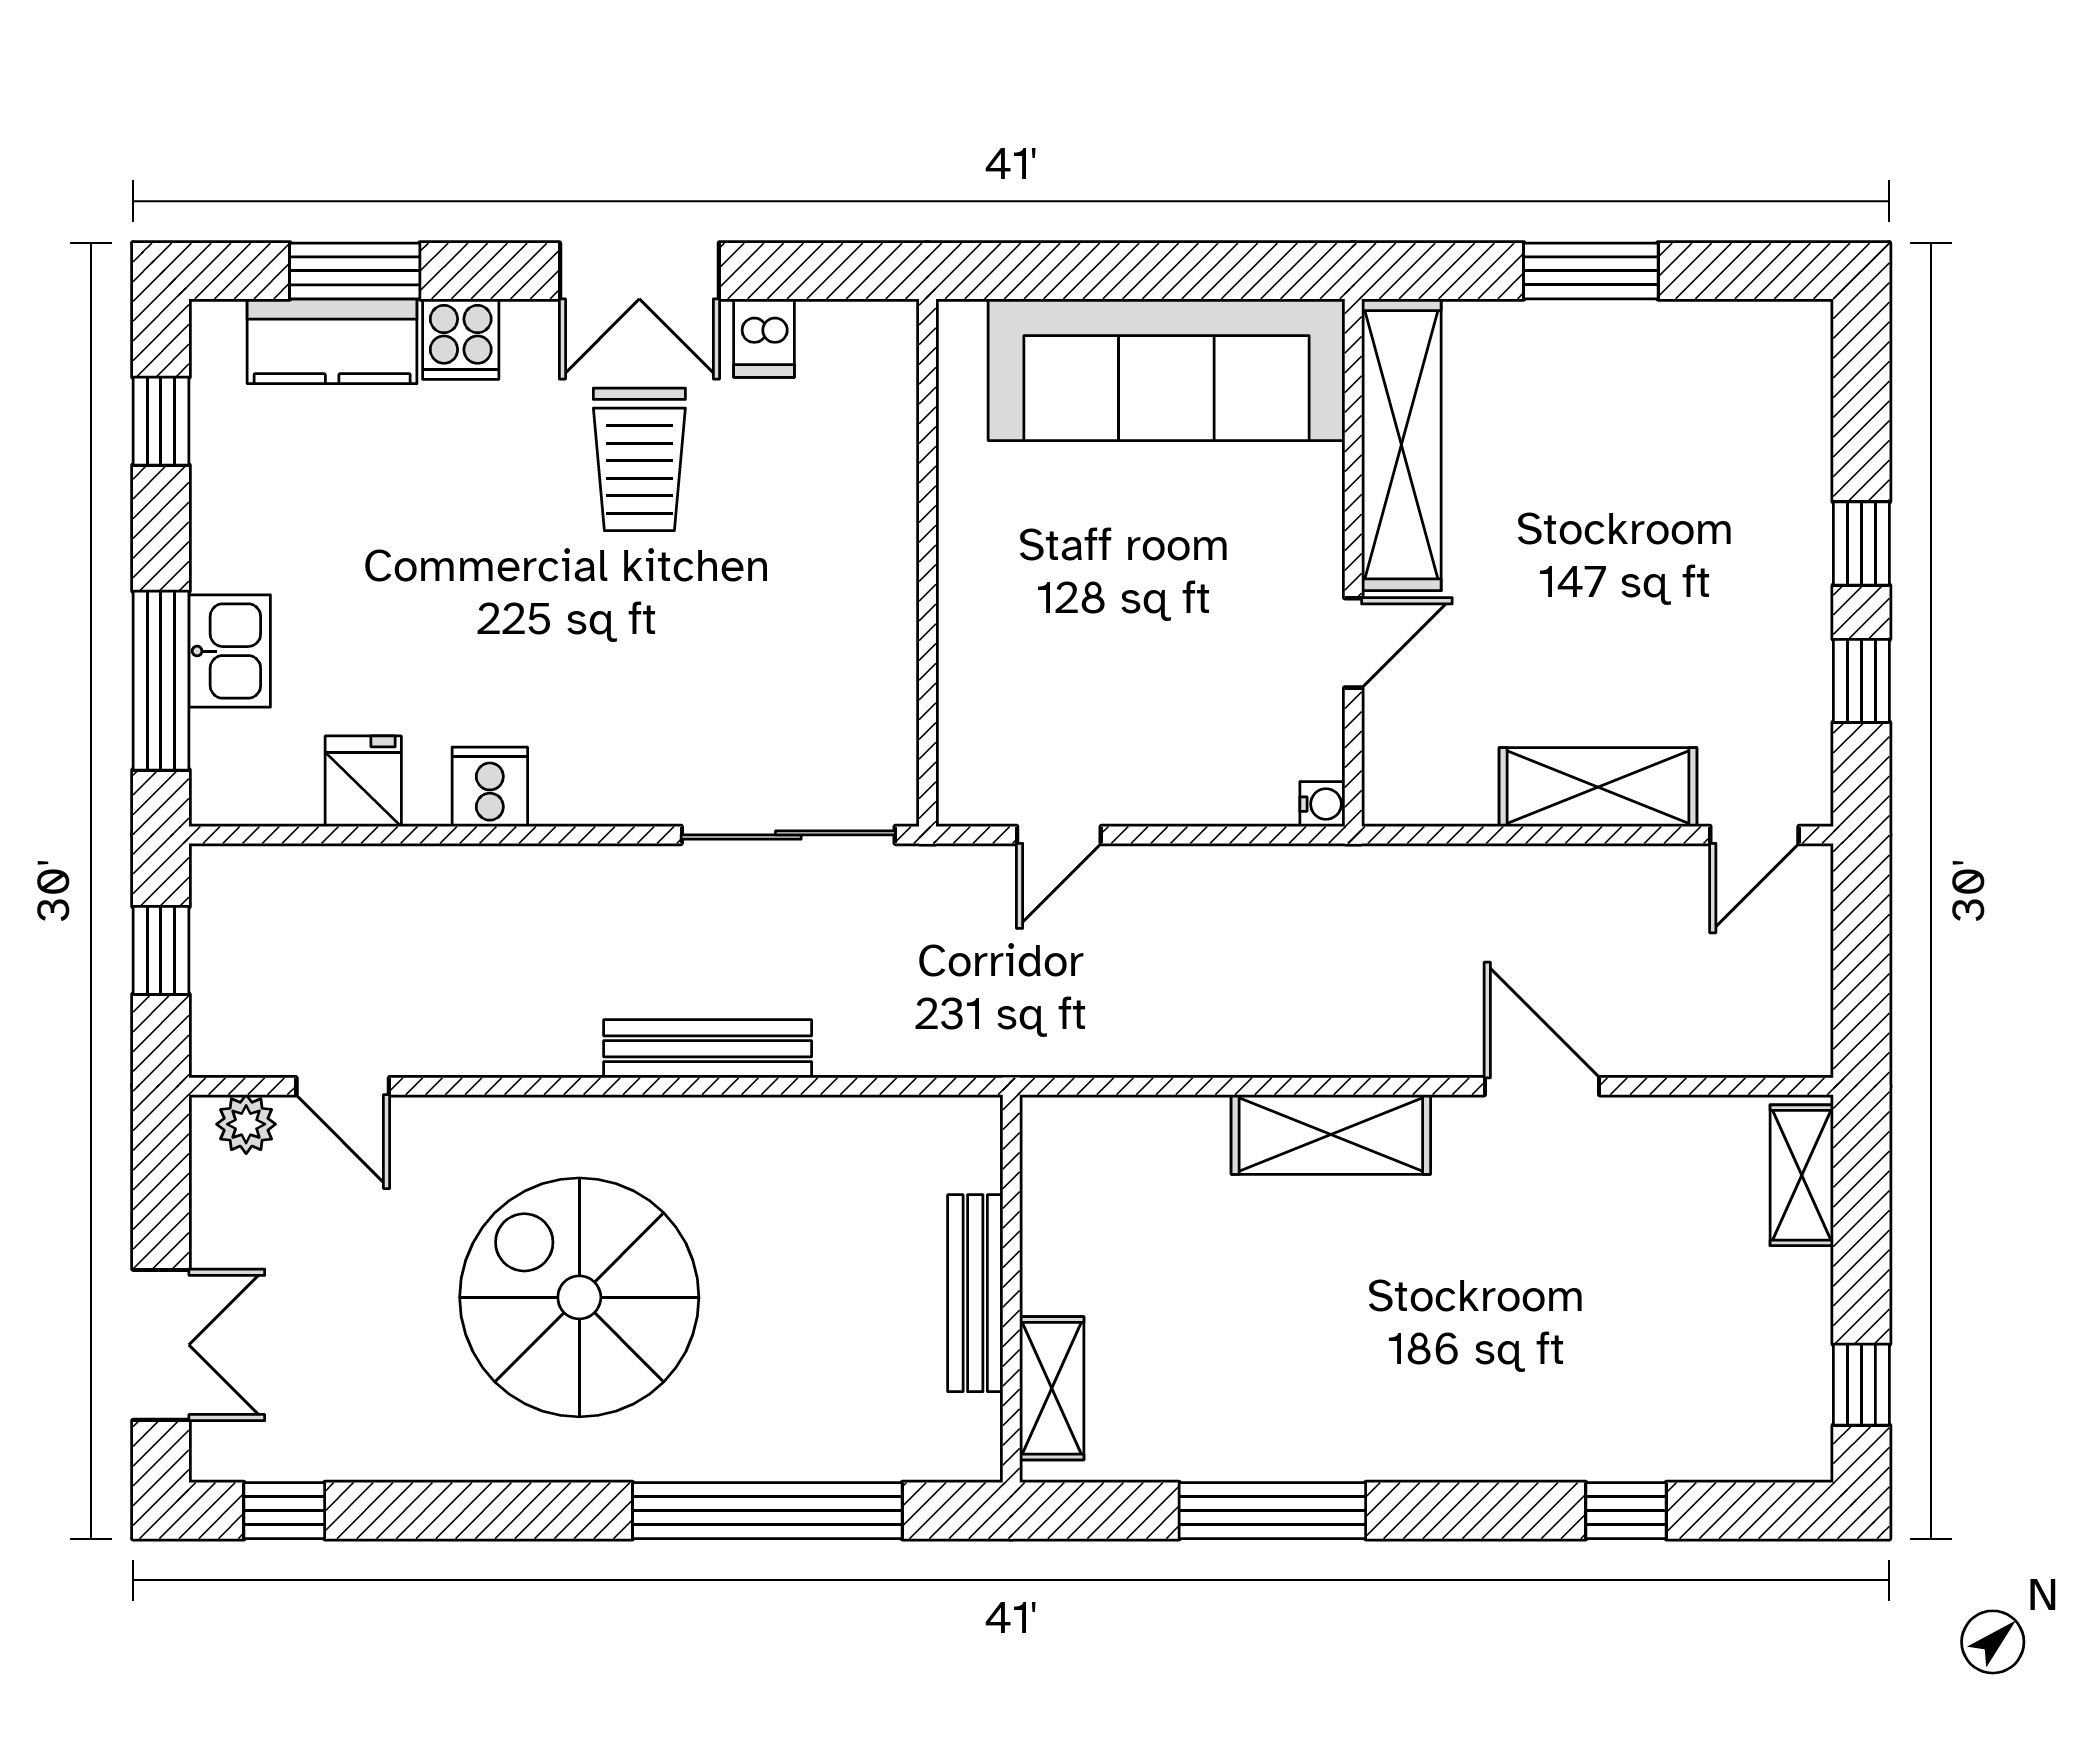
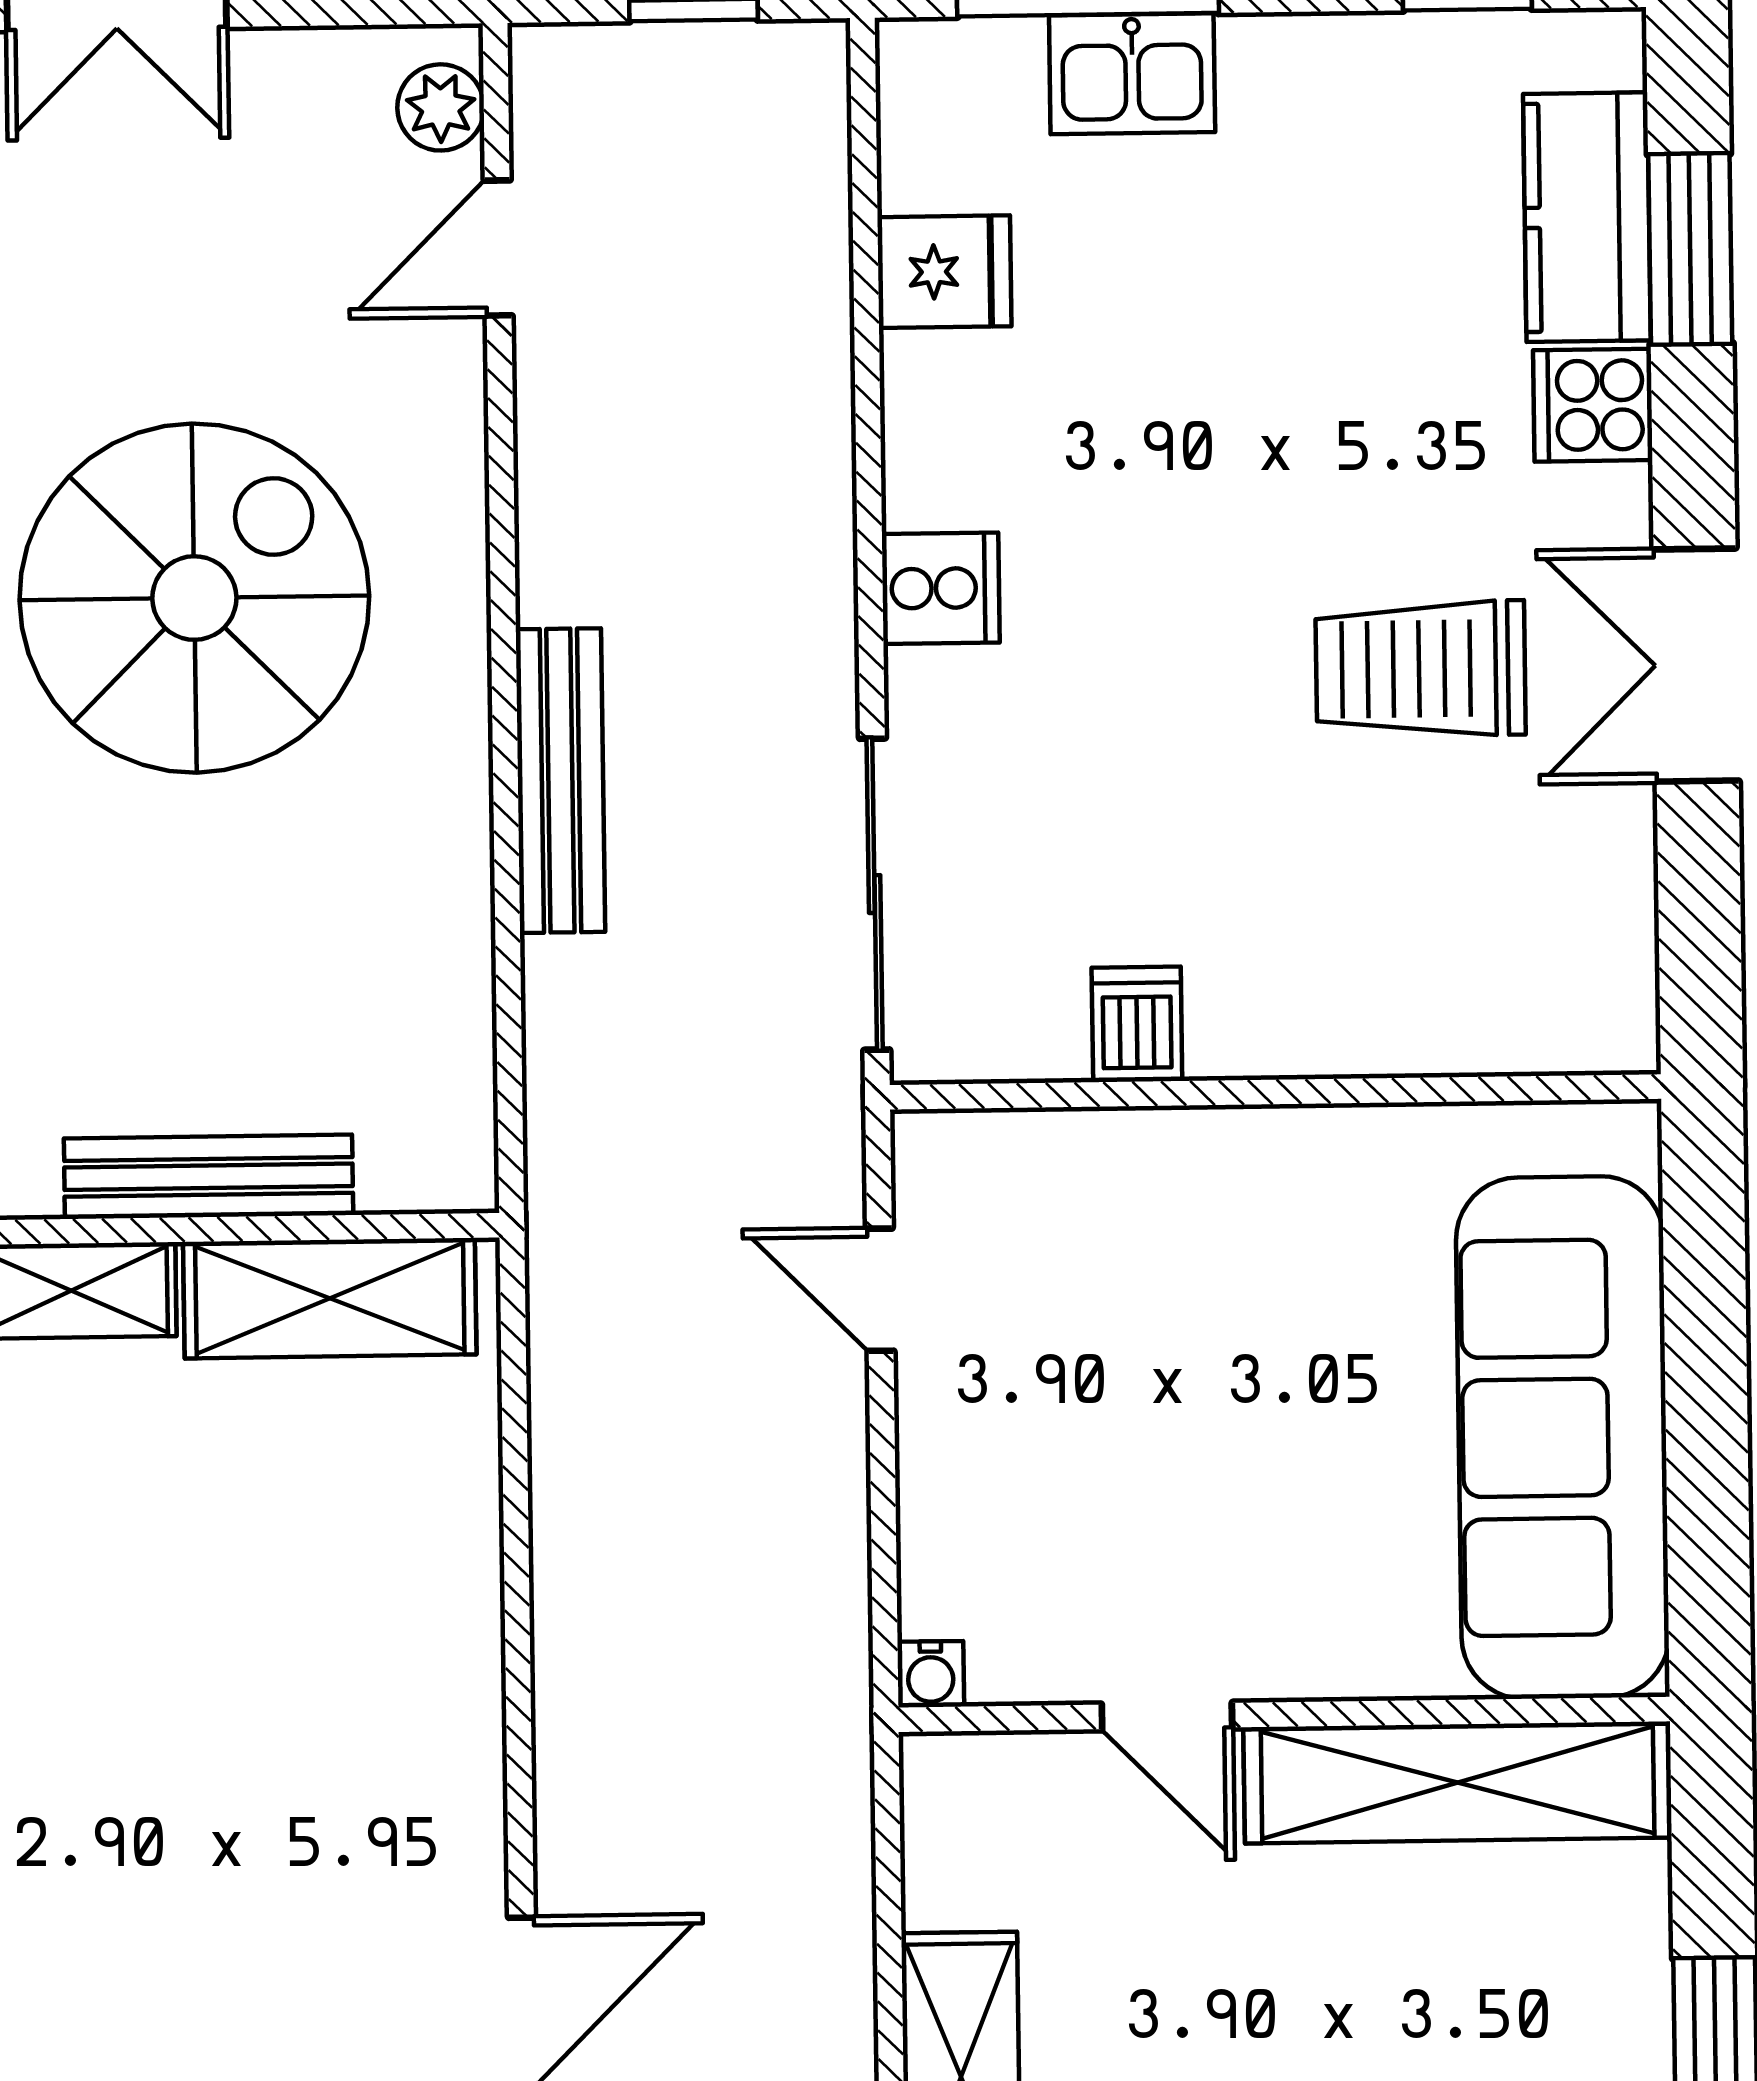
dishwasher: (764, 338) -> (1137, 1024), moved, turned 90
cooker: (490, 787) -> (941, 588), moved
shelving: (1331, 1134) -> (330, 1298), moved, turned 90

